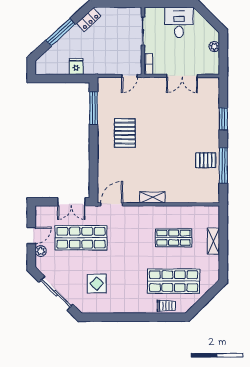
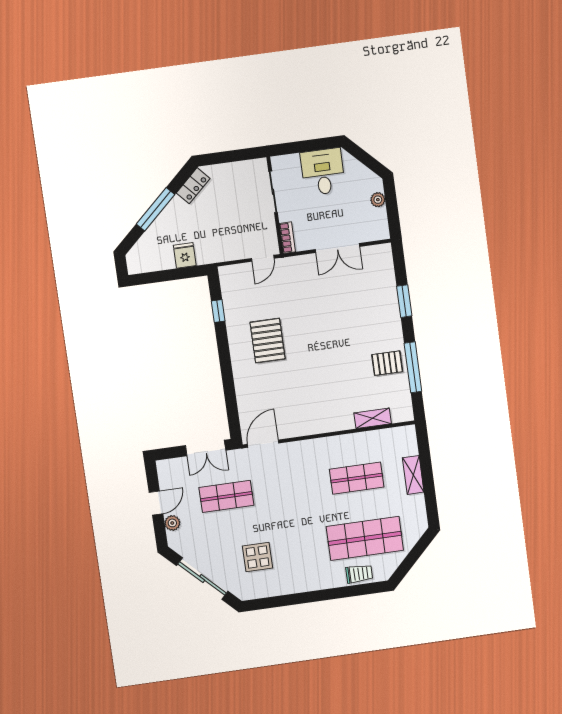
window: (94, 108) -> (218, 311), width x0.46
shelving: (152, 197) -> (373, 418), moved
shop shelf: (81, 238) -> (226, 496), width x0.70, depth x0.74

